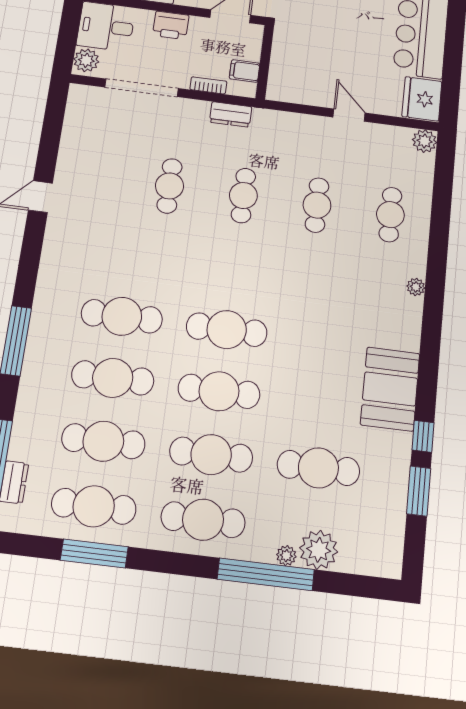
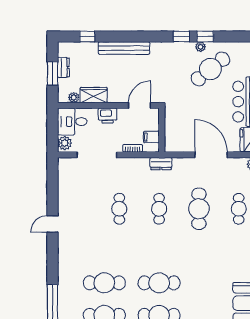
dresser: (231, 114) -> (161, 164), moved
door: (349, 115) -> (211, 155), width x1.88
cafe table: (317, 205) -> (199, 209), width x1.37, depth x1.35

